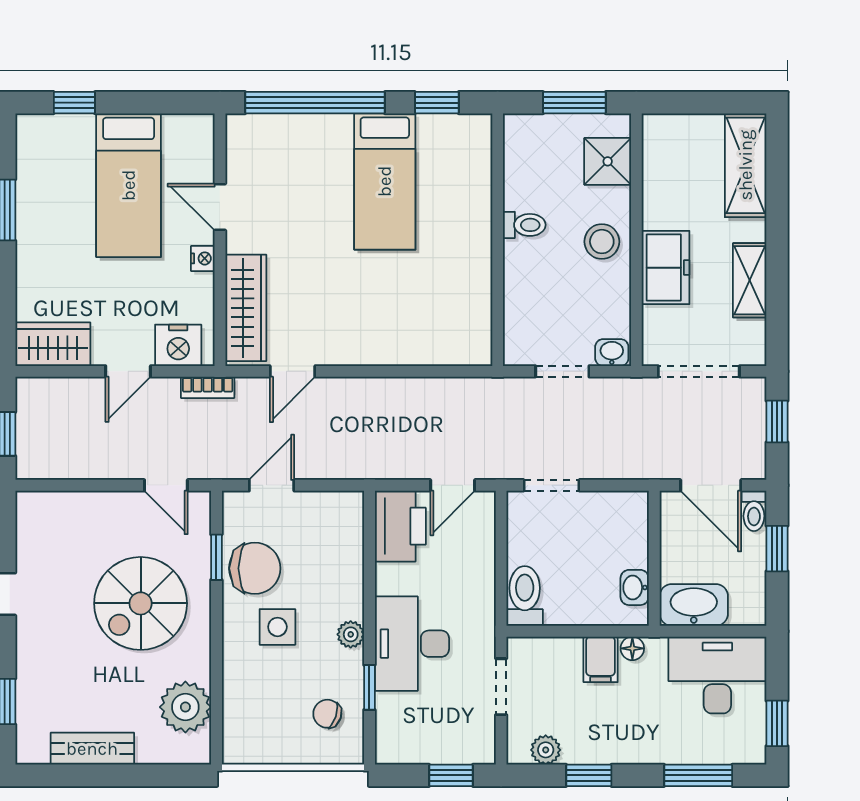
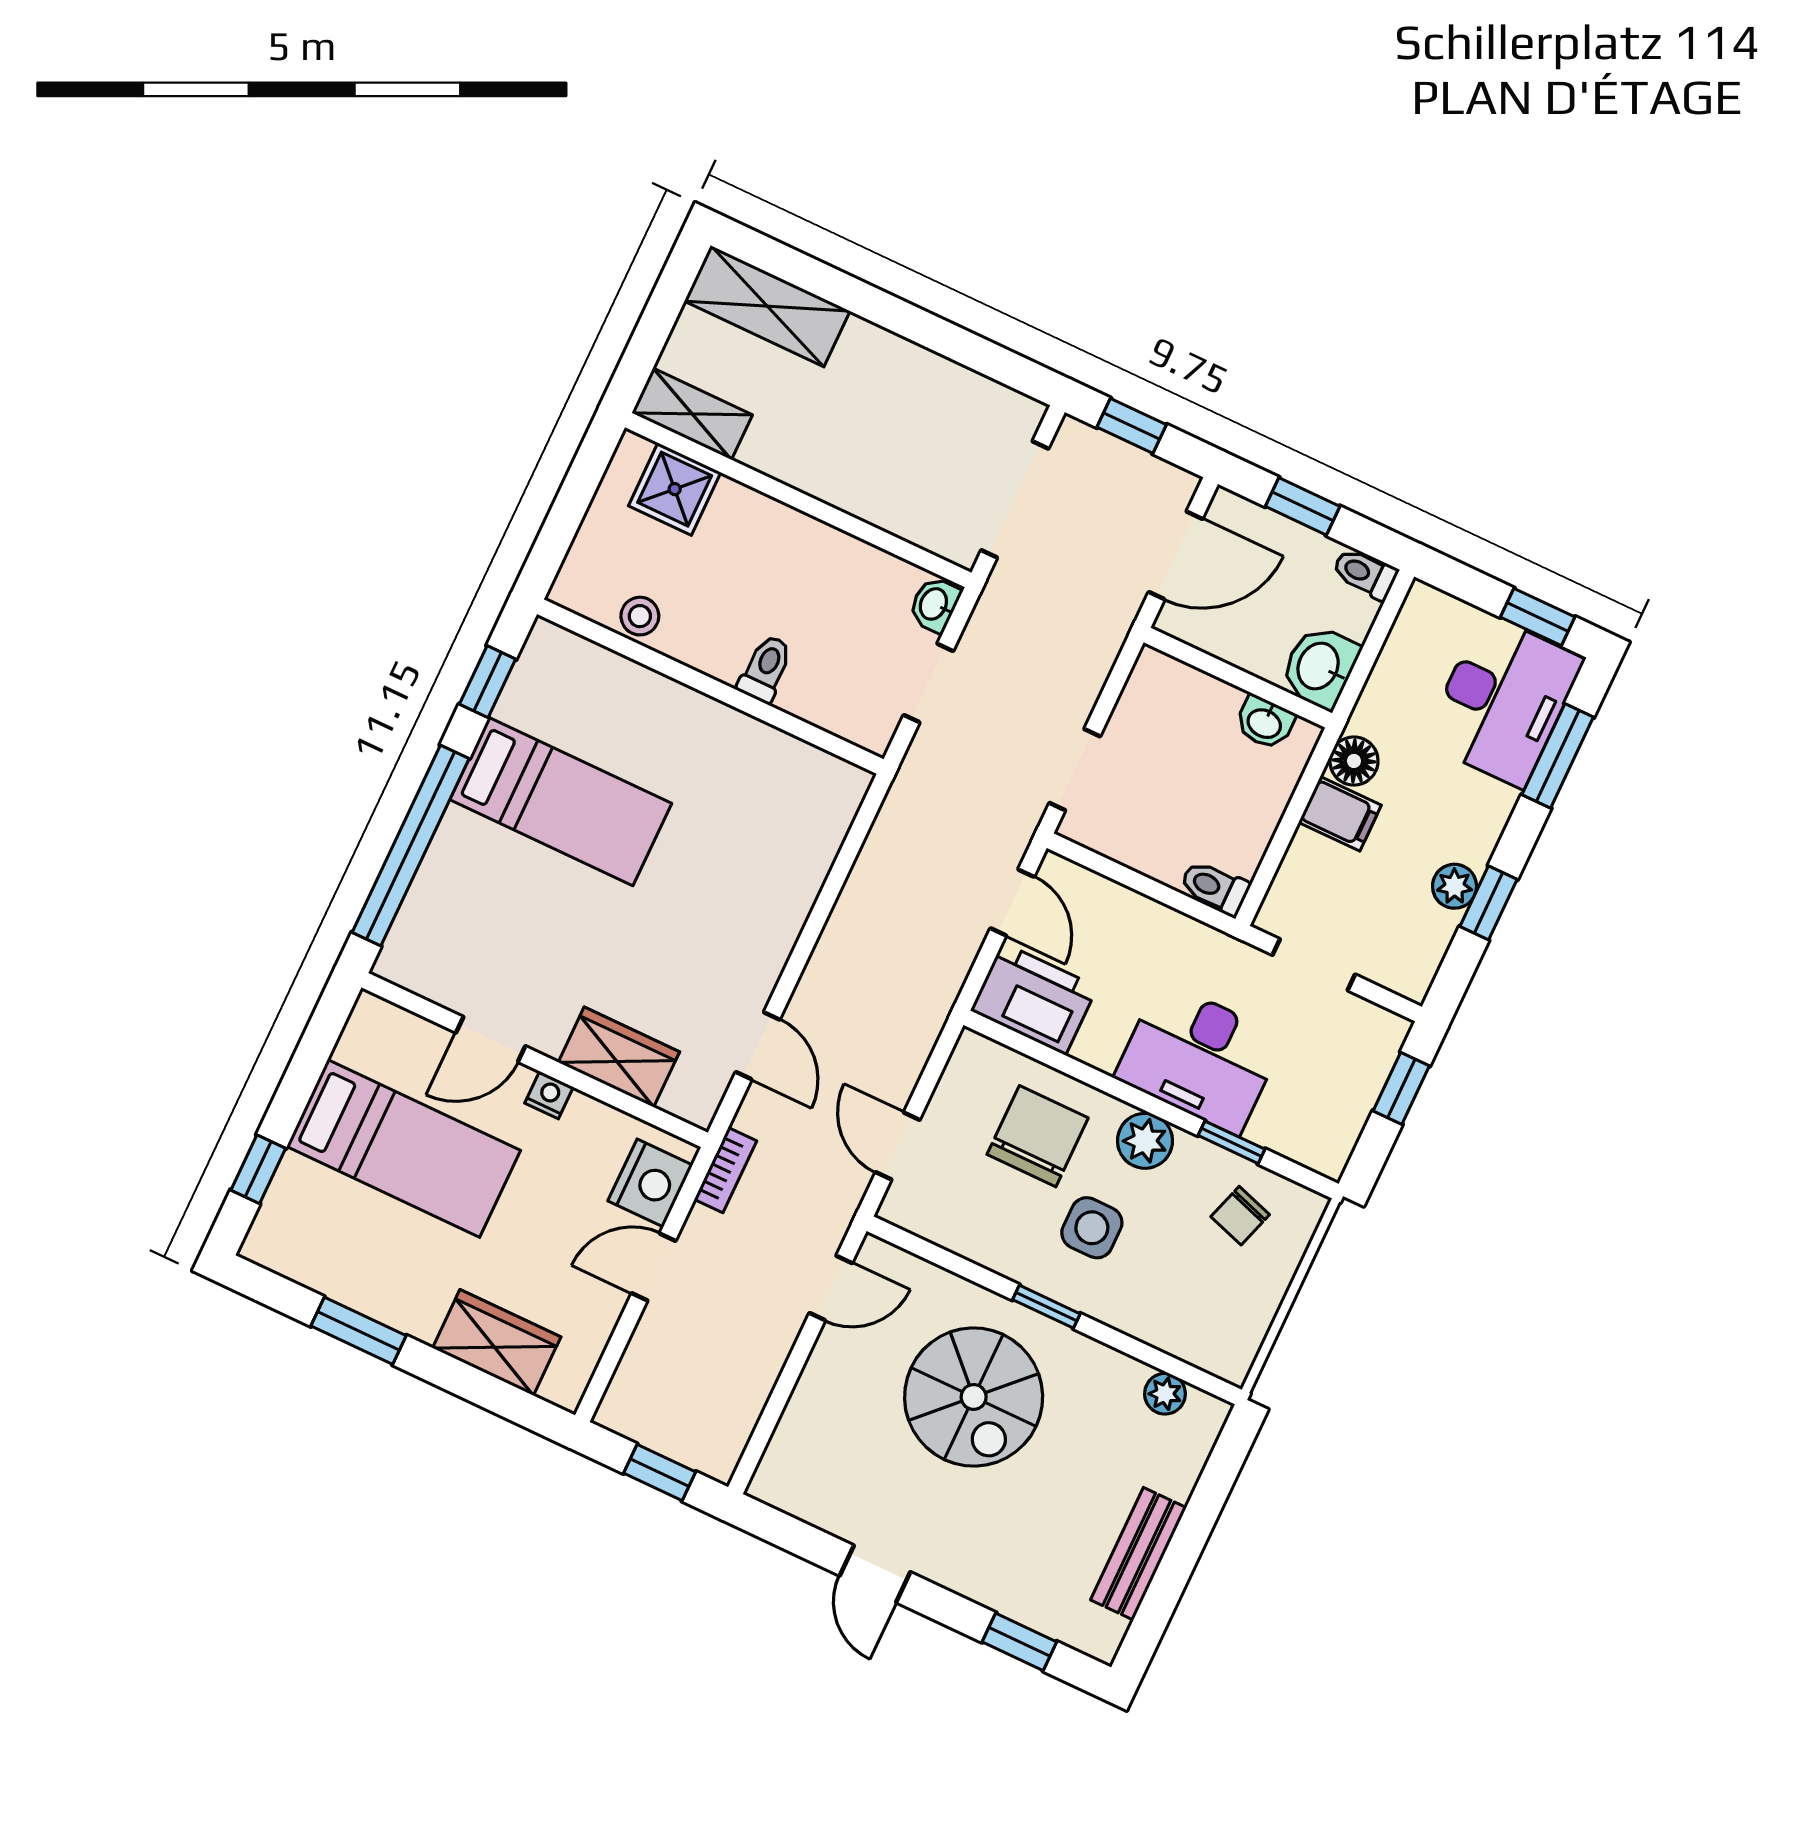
window: (574, 103) -> (575, 497), removed
toilet: (524, 225) -> (766, 669), moved
stool: (602, 242) -> (640, 616), moved, width x0.73, depth x0.73
freezer: (666, 268) -> (854, 478), removed
shelving: (750, 280) -> (692, 414), moved
wardrobe: (246, 308) -> (619, 1057), width x0.67
wardrobe: (53, 344) -> (497, 1343), moved, turned 90
door: (128, 371) -> (654, 1267), swing flipped
toilet: (754, 511) -> (1365, 574), moved, turned 180
window: (216, 557) -> (1046, 1307), moved
chair: (255, 568) -> (1038, 1136), moved
toilet: (525, 596) -> (1215, 888), width x0.73, depth x0.72
washbasin: (694, 605) -> (1320, 667), width x0.72
plant: (351, 634) -> (1145, 1141), width x1.38, depth x1.38
floor lamp: (632, 648) -> (1354, 761), width x1.37, depth x1.37
desk: (717, 675) -> (1503, 701), moved, turned 180
plant: (185, 707) -> (1165, 1394), width x0.53, depth x0.53
plant: (546, 750) -> (1455, 886), moved

